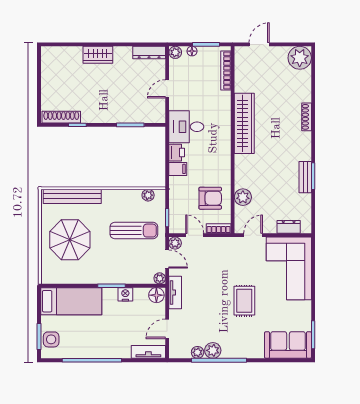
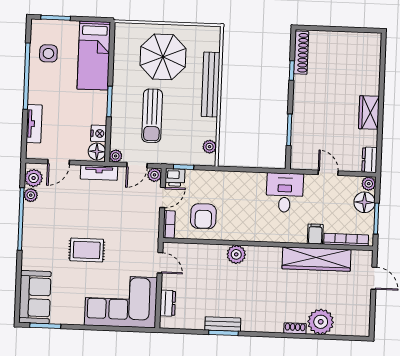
floor lamp: (192, 51) -> (364, 202), width x1.89, depth x1.89
dresser: (149, 53) -> (369, 160), width x0.70
wardrobe: (98, 55) -> (369, 112), moved
plant: (300, 58) -> (321, 322), moved
shoe rack: (307, 117) -> (295, 328), width x0.70
wardrobe: (244, 123) -> (316, 259), moved
printer: (177, 153) -> (175, 177), moved
filing cabinet: (178, 169) -> (315, 234), moved, turned 180
bench: (72, 196) -> (211, 85), moved
plant: (243, 197) -> (236, 254), moved
sun lounger: (134, 231) -> (152, 116), moved
nightstand: (125, 294) -> (99, 133), moved
door: (167, 329) -> (59, 162), swing flipped
side table: (51, 339) -> (48, 53), moved
plant: (213, 350) -> (34, 178), moved
tv unit: (148, 352) -> (34, 124), moved

